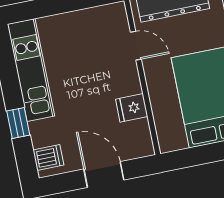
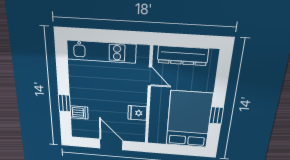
kitchen unit: (31, 70) -> (101, 52), moved, turned 90
dishwasher: (48, 158) -> (79, 112), moved

